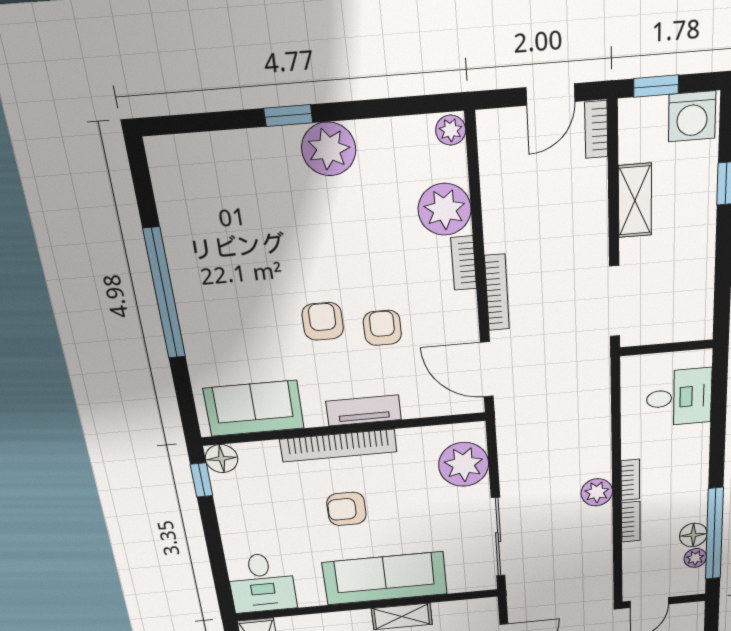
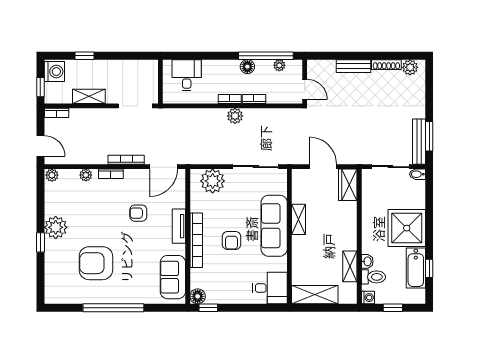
door: (550, 94) -> (40, 146), moved
plant: (445, 209) -> (86, 175), width x0.53, depth x0.53
armchair: (323, 321) -> (96, 263), moved, width x1.88, depth x1.88
floor lamp: (693, 535) -> (247, 67), moved

